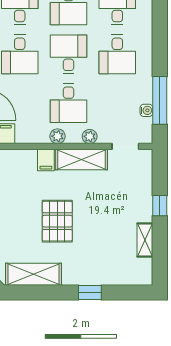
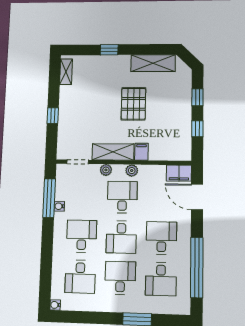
water cooler: (146, 110) -> (59, 206), moved
shelving: (145, 240) -> (66, 72), moved

